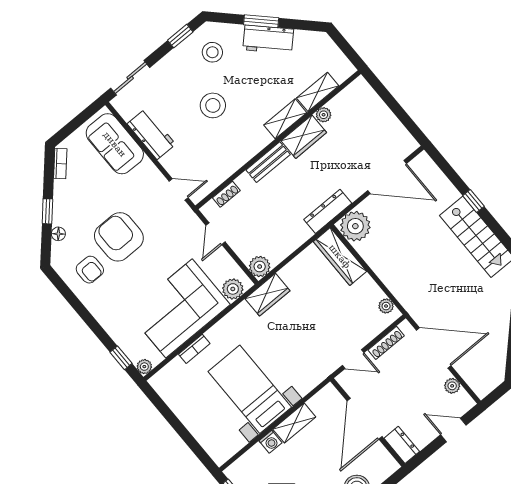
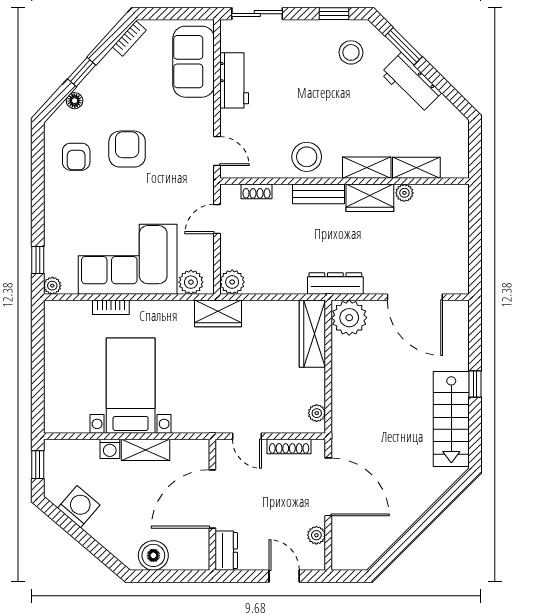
window: (261, 21) -> (404, 46), moved
stool: (213, 105) -> (307, 157), moved
armchair: (119, 237) -> (127, 149), width x0.73, depth x0.73

